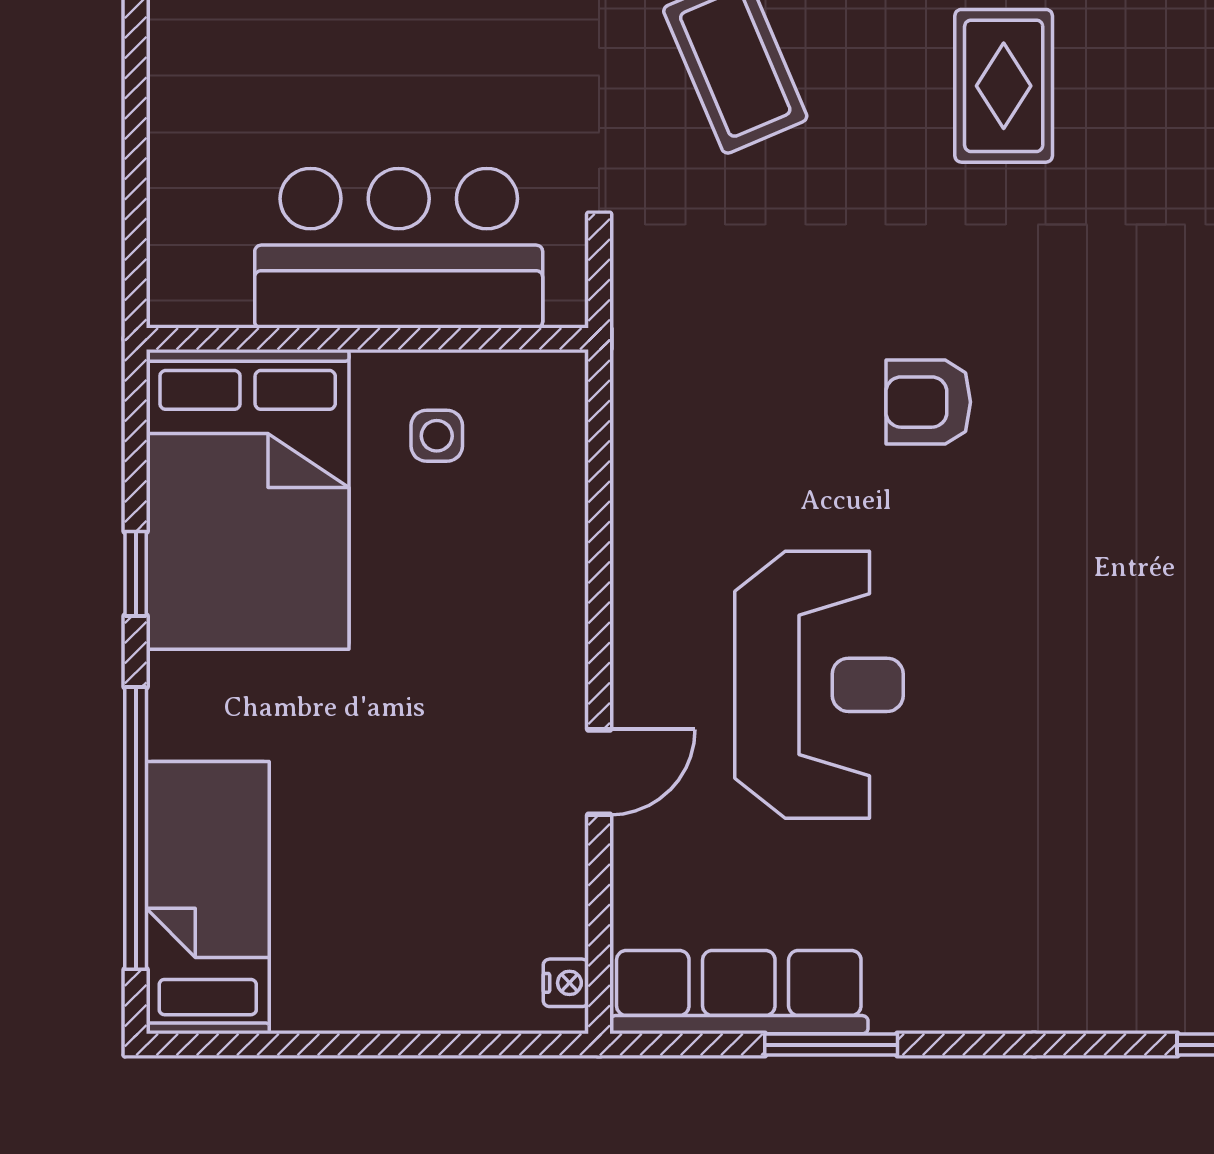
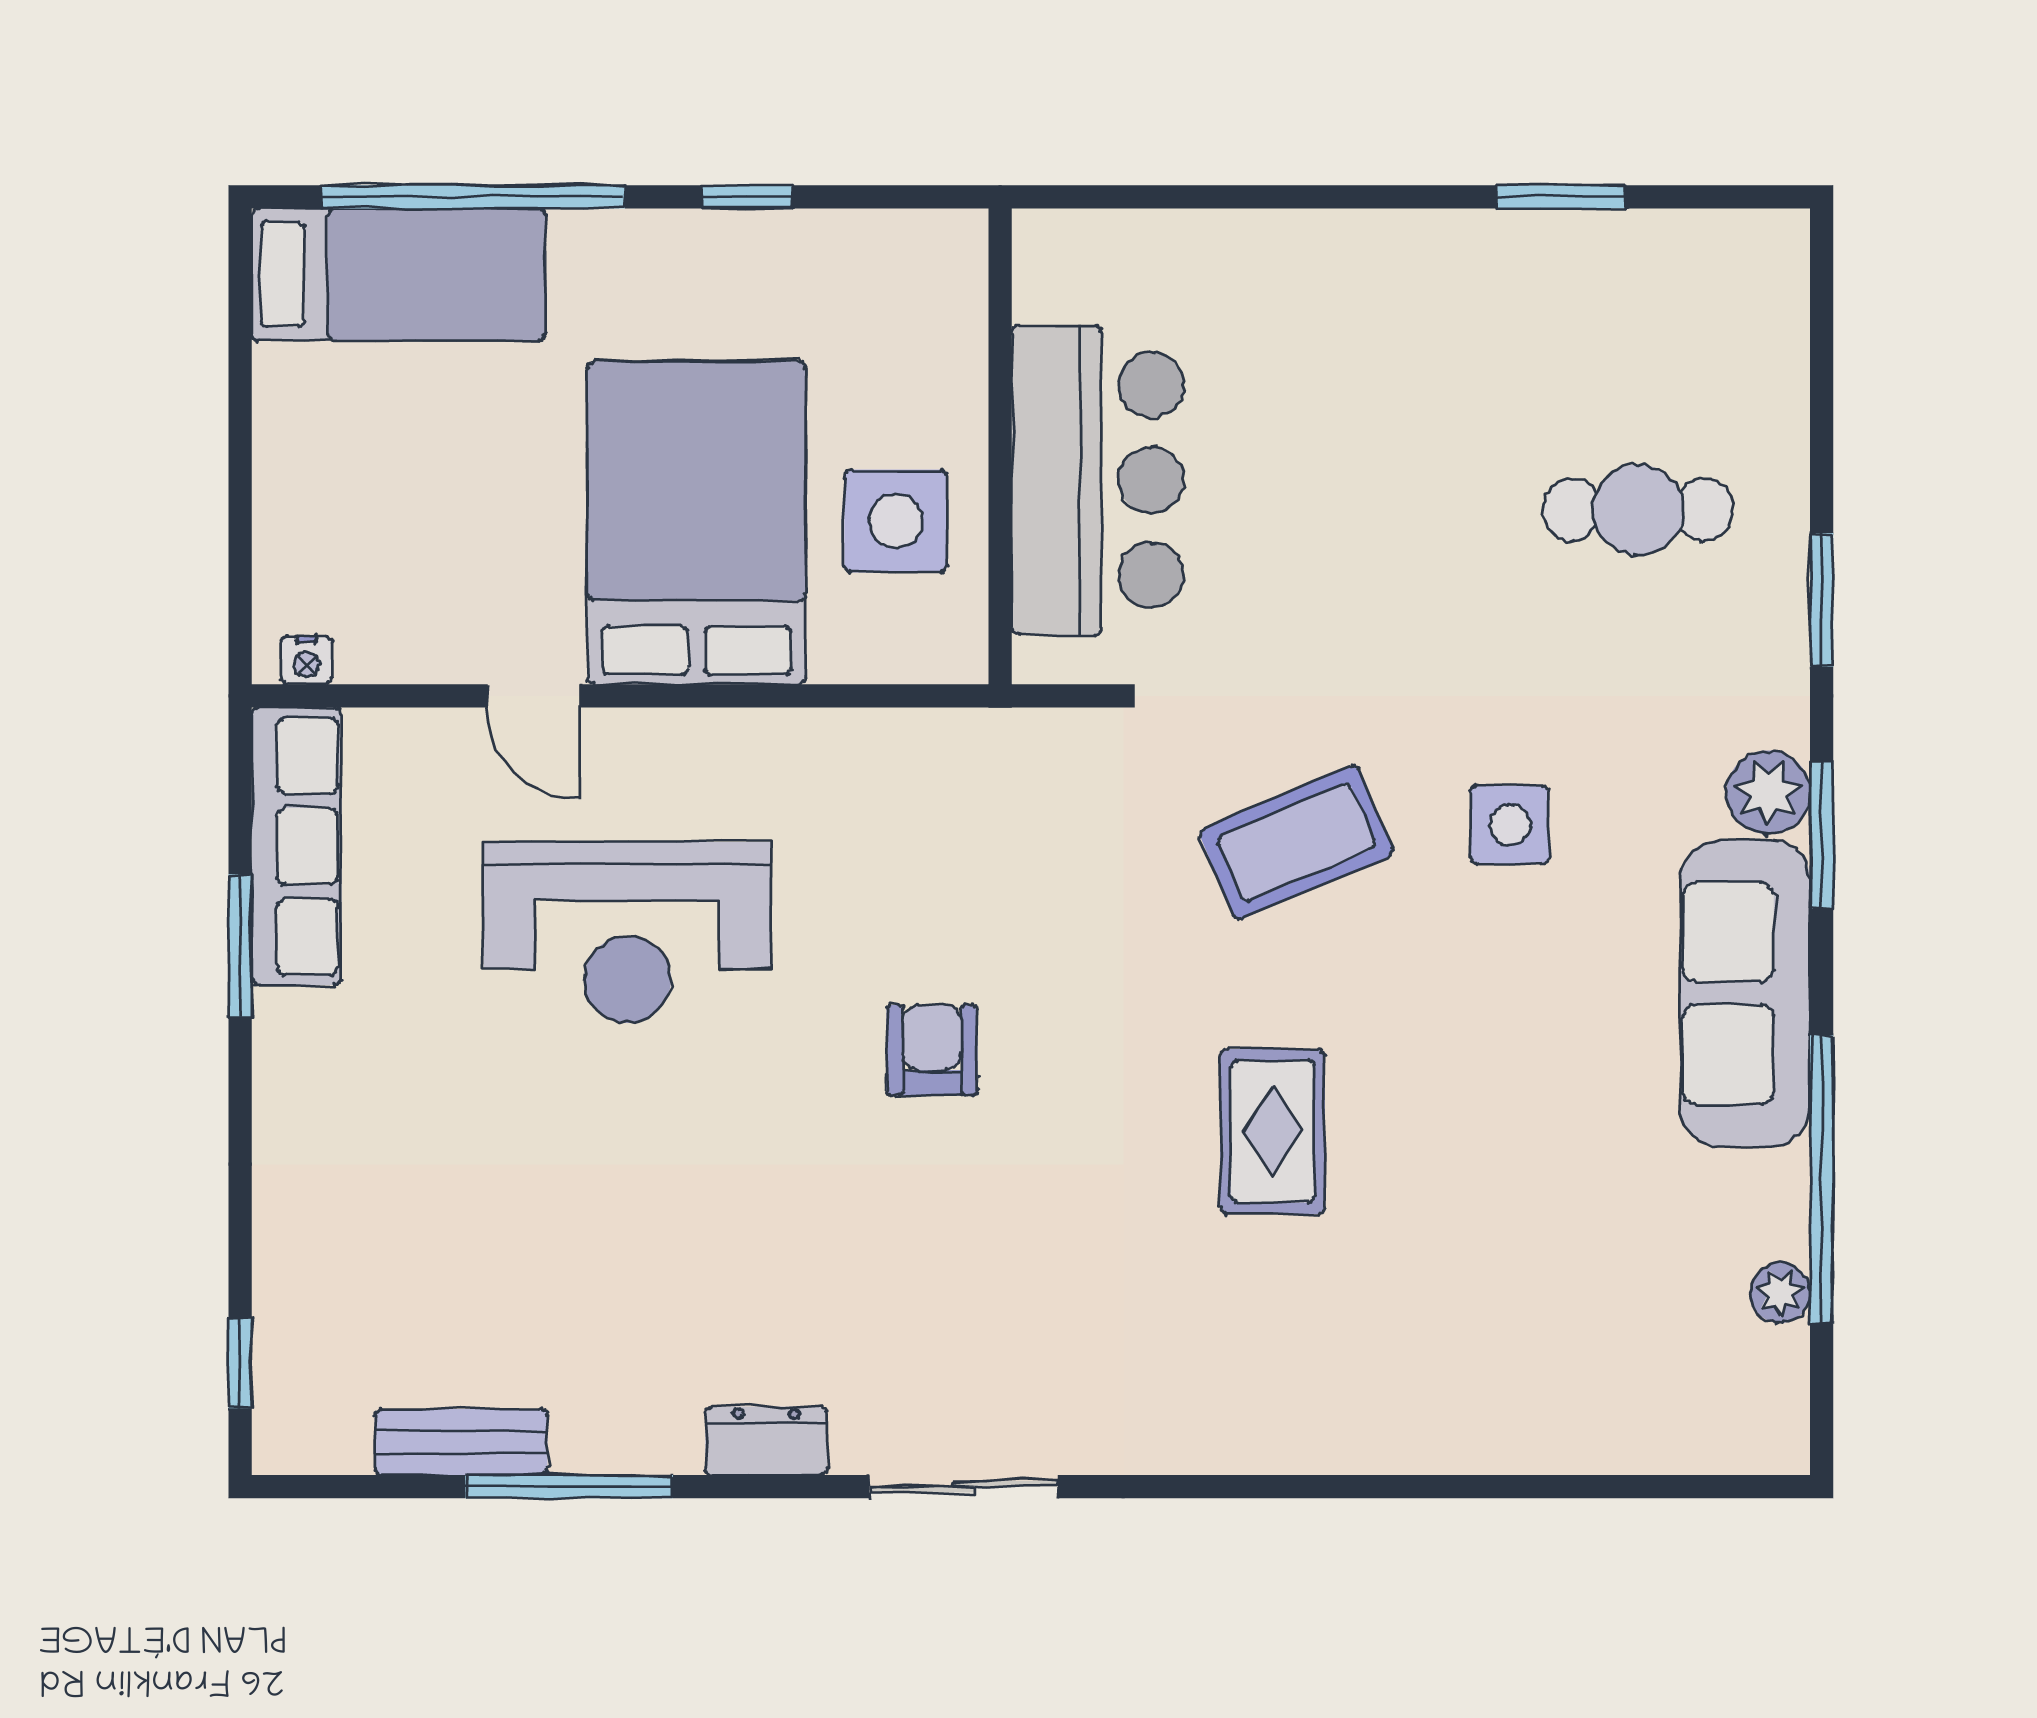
rug: (1004, 86) -> (1273, 1131), turned 90
side table: (437, 436) -> (896, 521), width x1.87, depth x1.87
bed: (248, 499) -> (696, 523), moved, turned 90

